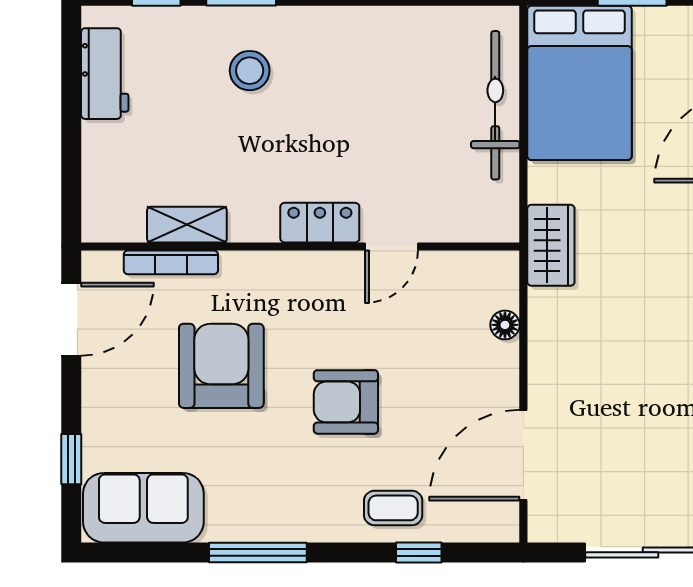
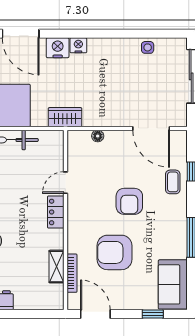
door: (392, 246) -> (65, 183), swing flipped

